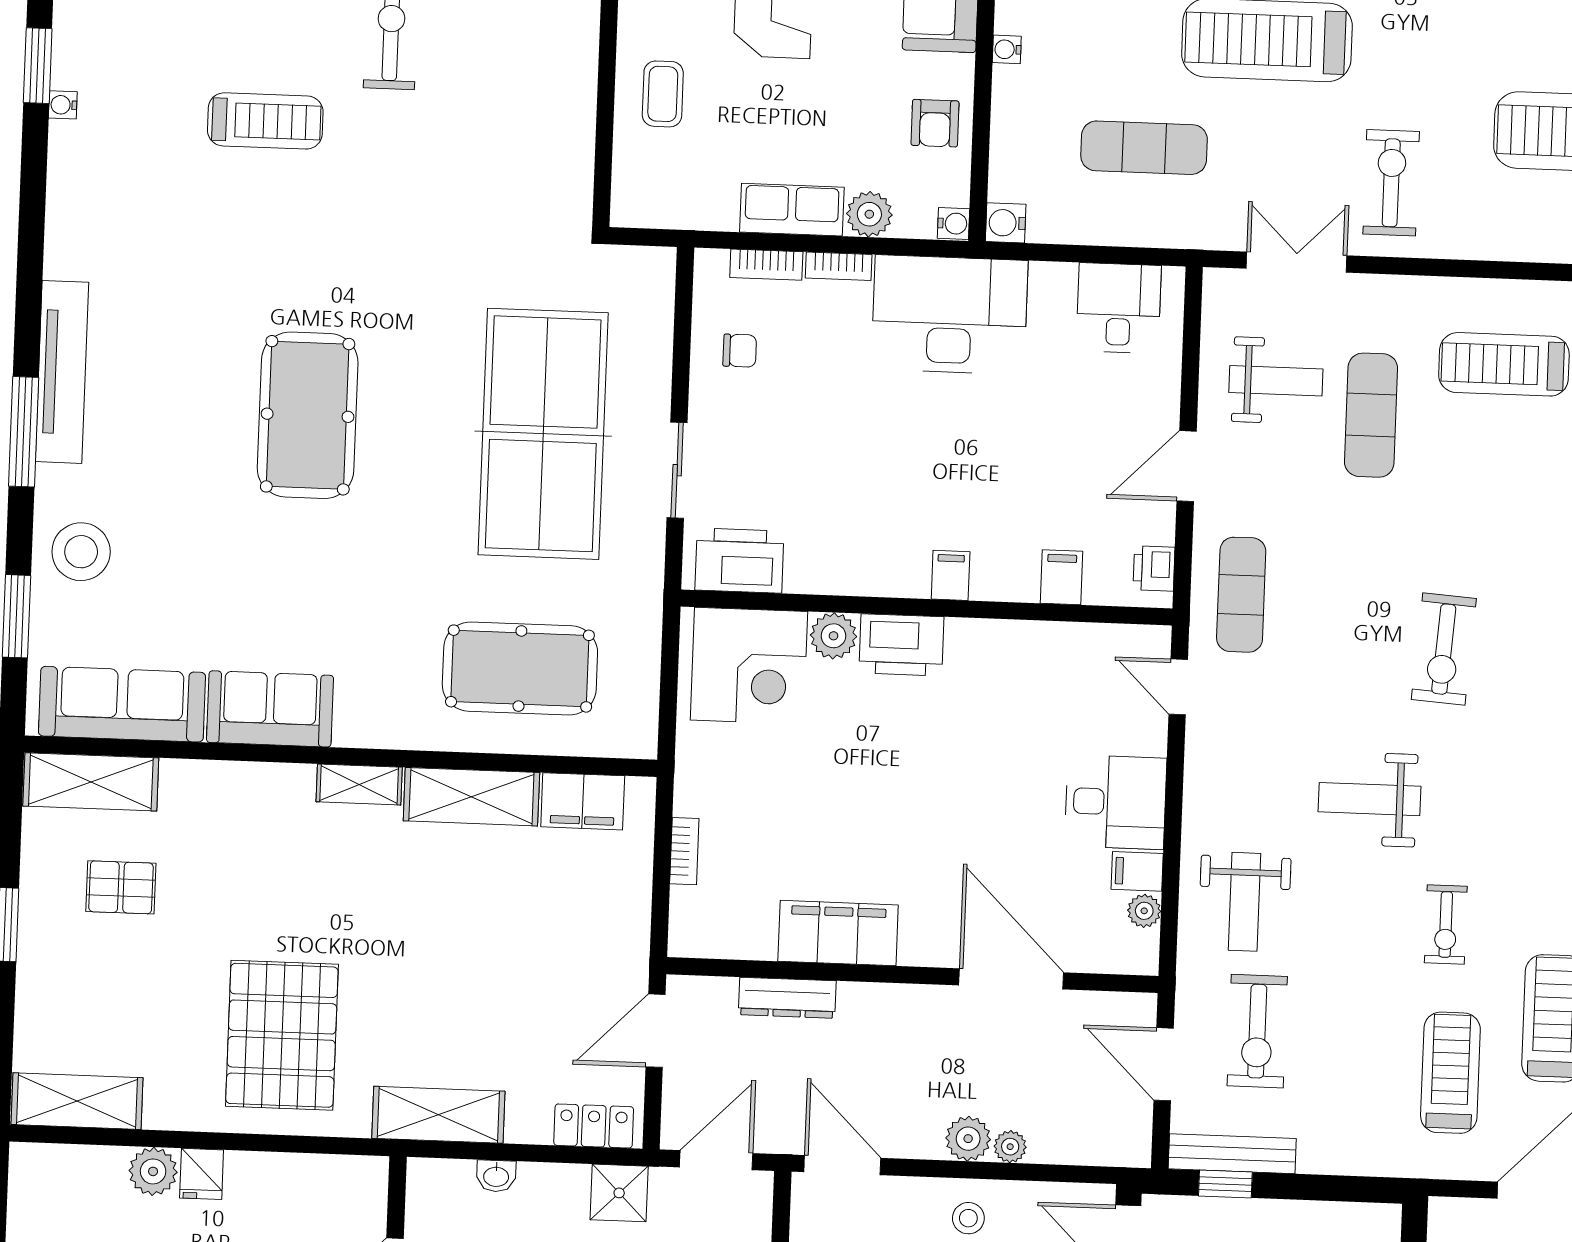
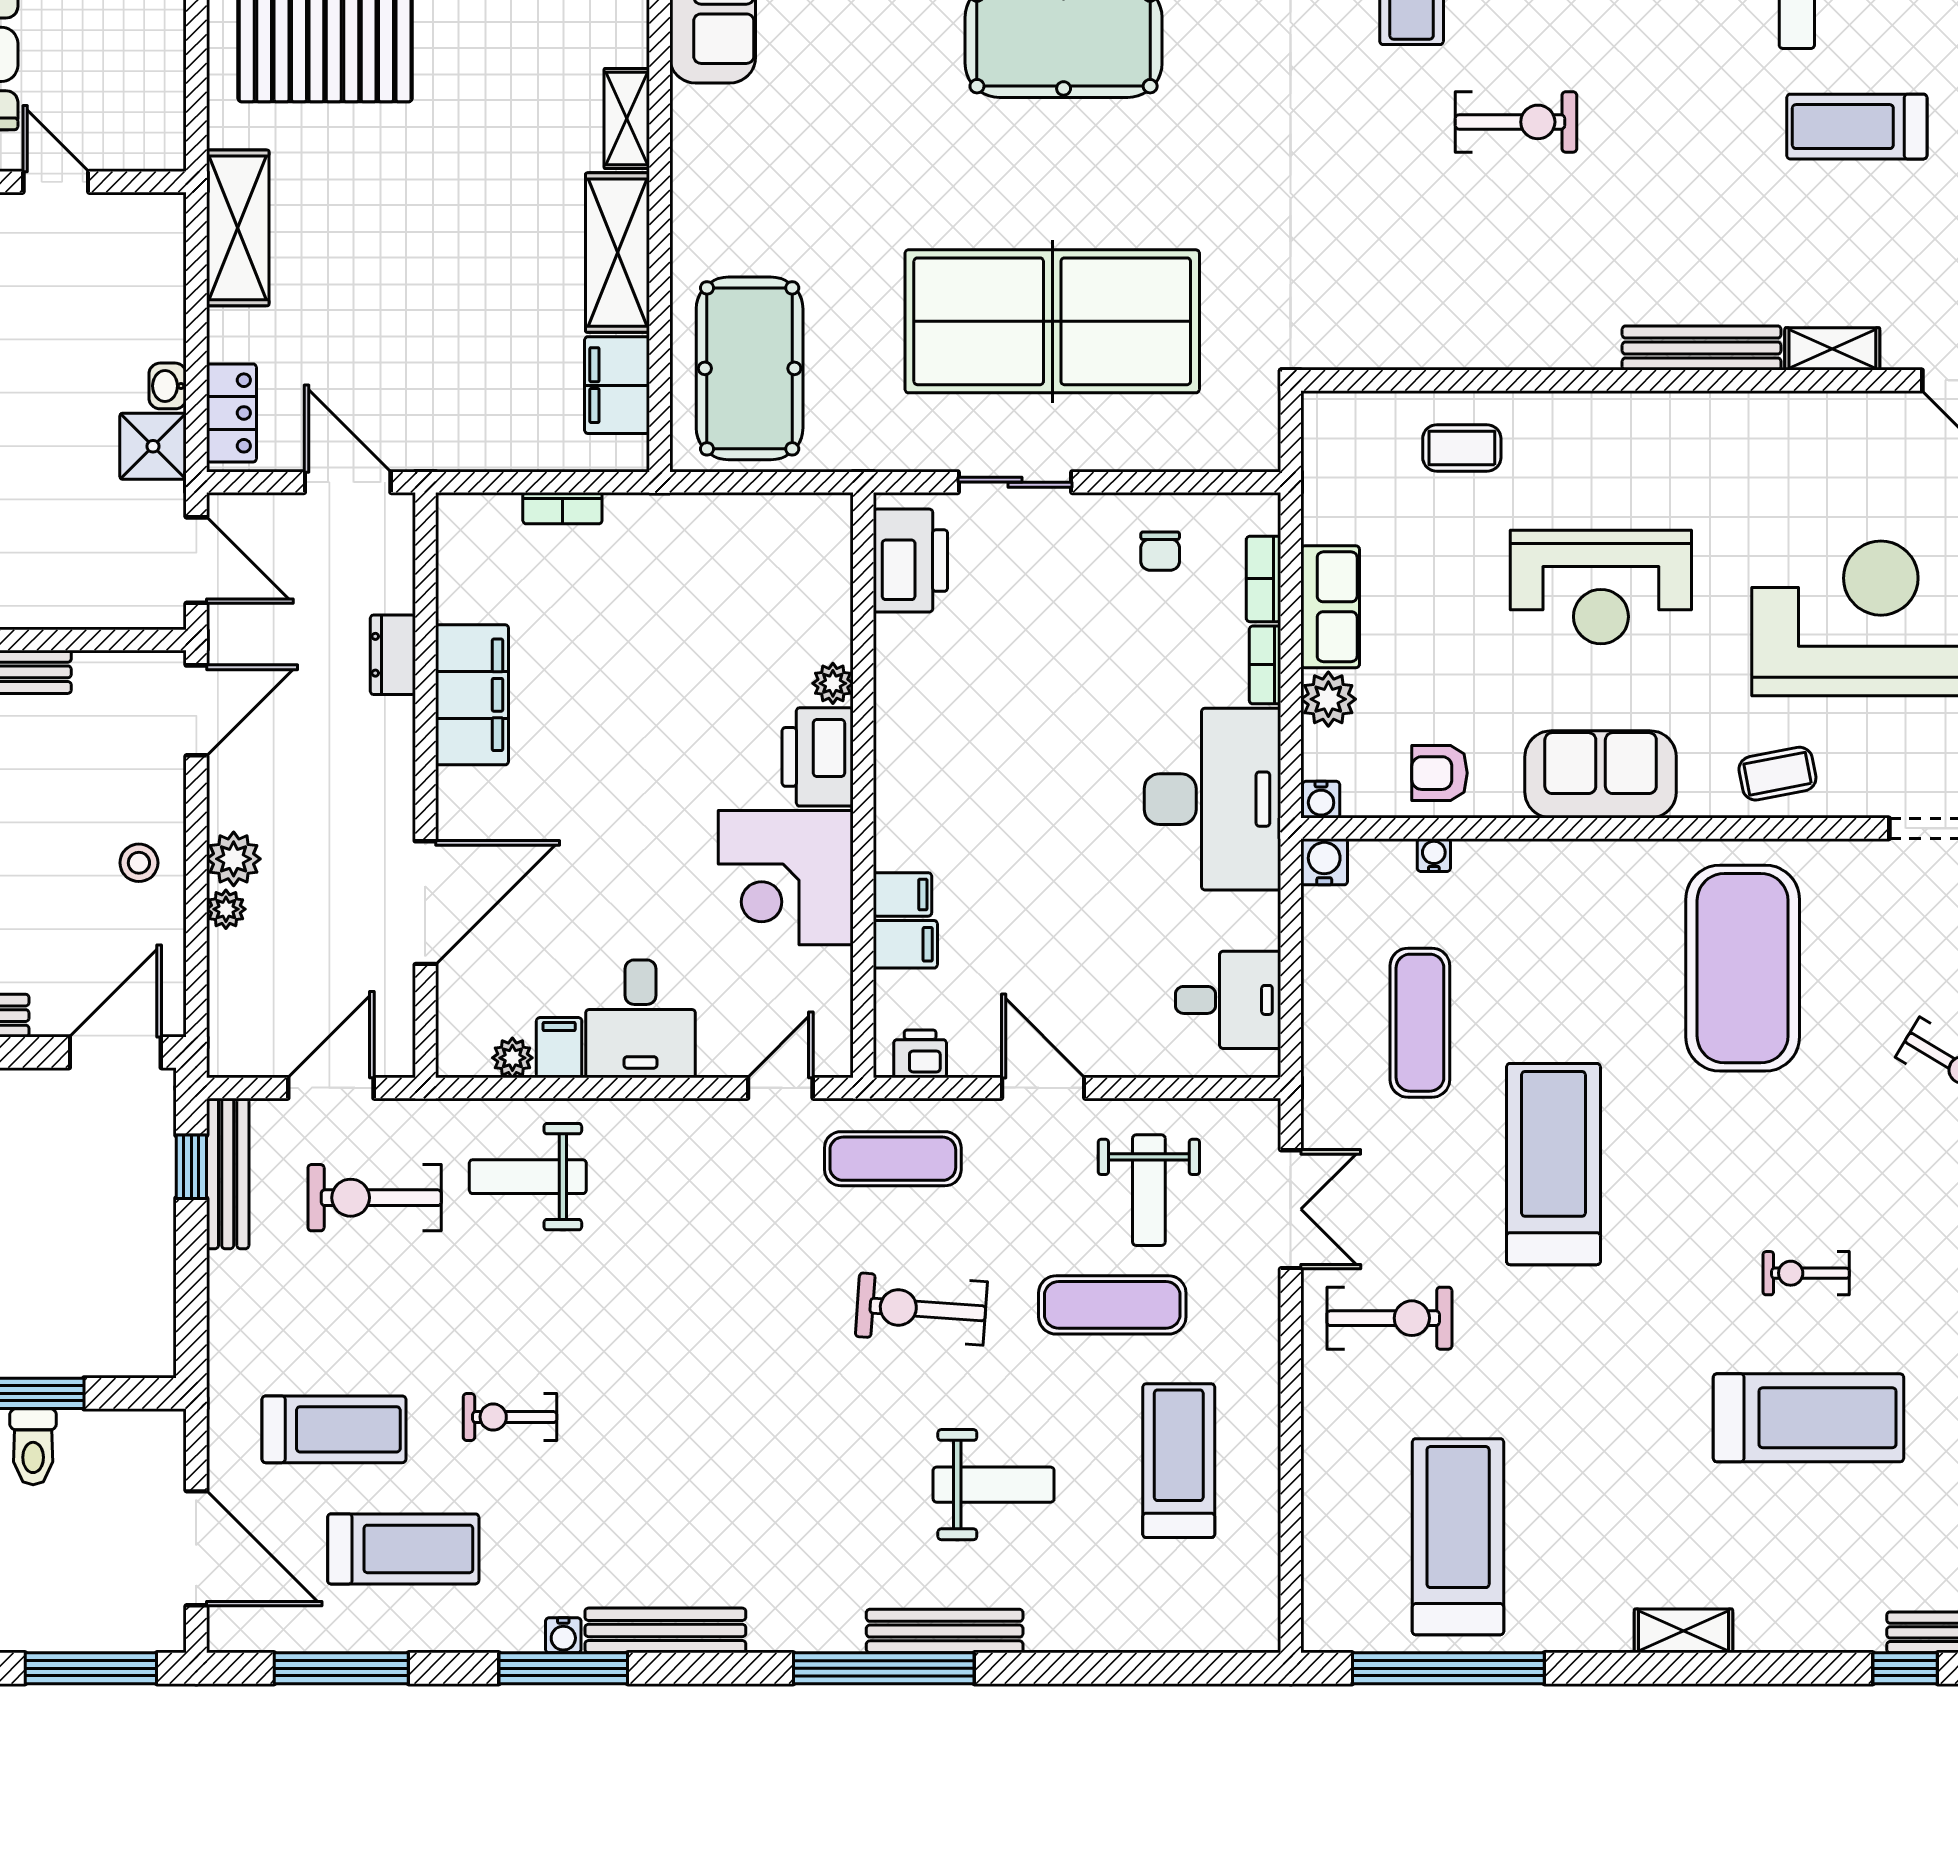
water cooler: (1007, 49) -> (1434, 855), moved
filing cabinet: (951, 575) -> (903, 894), moved
plant: (833, 636) -> (833, 683), width x0.73, depth x0.73
exercise bike: (1444, 649) -> (921, 1309), moved
corner desk: (749, 666) -> (786, 878), moved
pool table: (520, 669) -> (750, 368), moved
weight bench: (1369, 799) -> (994, 1485), moved, turned 90
dresser: (787, 998) -> (393, 655), width x0.70
washbasin: (496, 1176) -> (168, 386), moved

